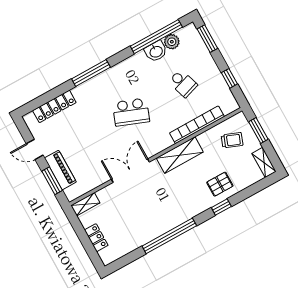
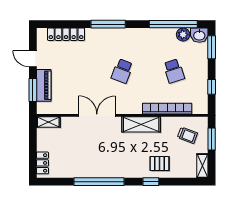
washbasin: (156, 51) -> (199, 35), moved
school desk: (131, 112) -> (122, 71), width x0.54
locker: (96, 238) -> (42, 163), moved

